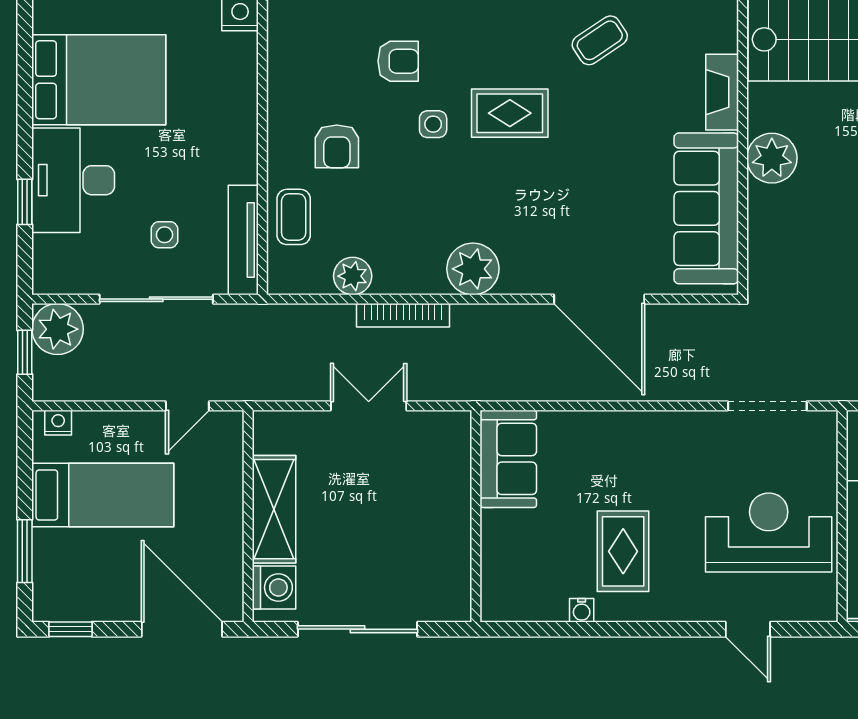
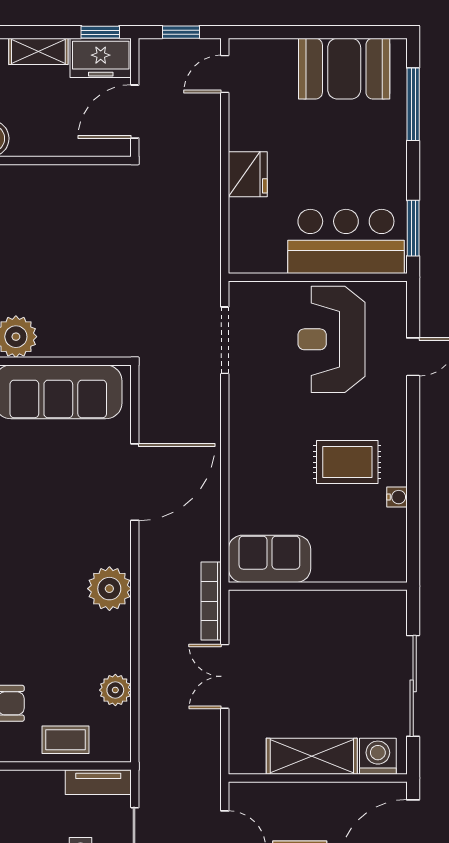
tv unit: (243, 240) -> (98, 782), width x0.71
bookcase: (403, 315) -> (211, 601), moved, turned 180

